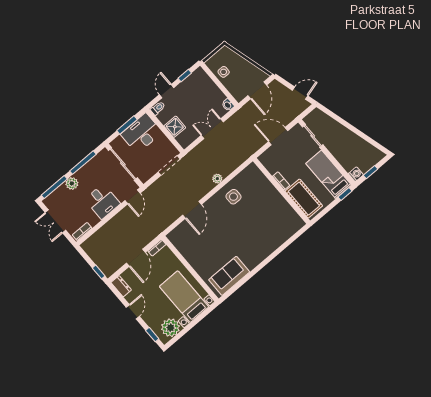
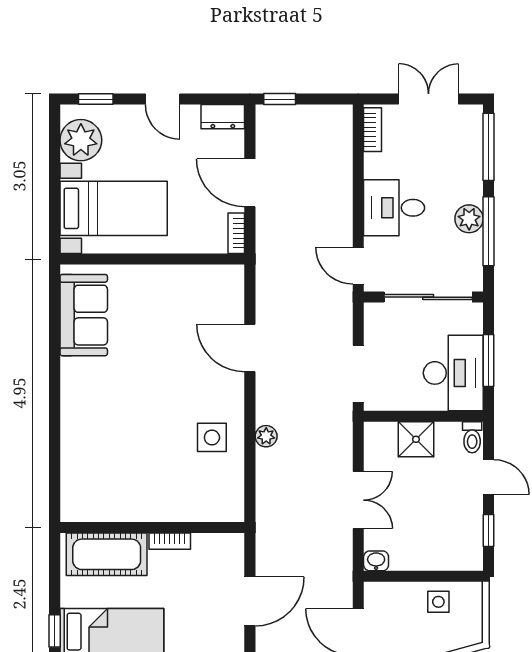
plant: (72, 183) -> (469, 219), moved

